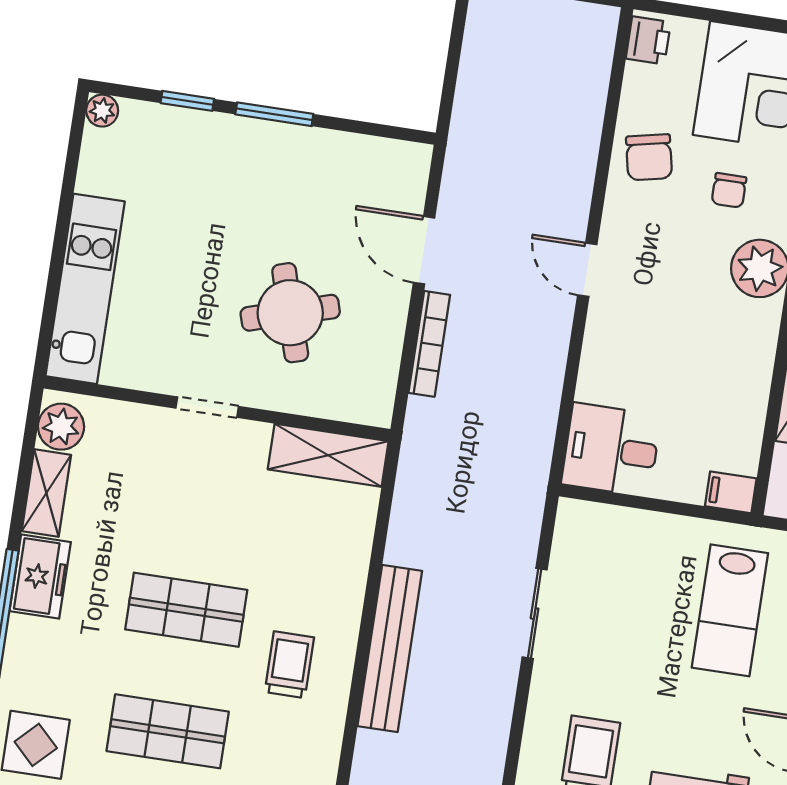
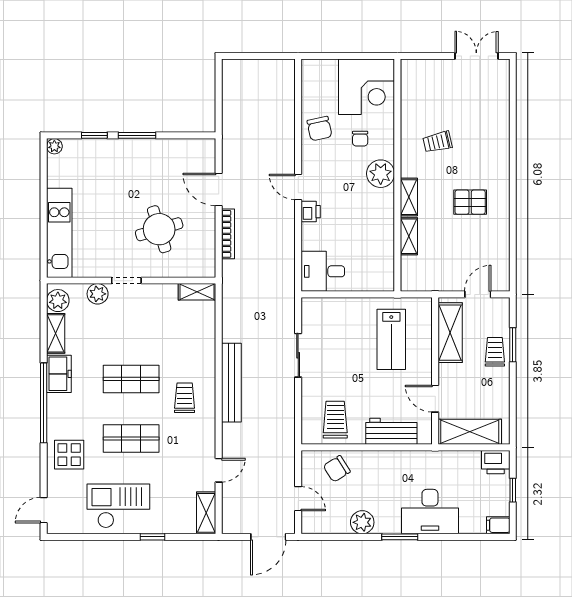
printer: (648, 40) -> (311, 212), moved
plant: (144, 425) -> (98, 294), added
shelving: (328, 455) -> (197, 292), width x0.67, depth x0.75
filing cabinet: (731, 492) -> (383, 283), removed

